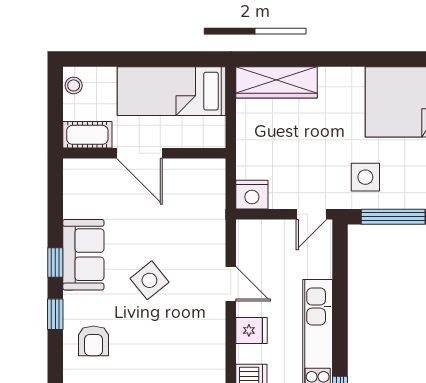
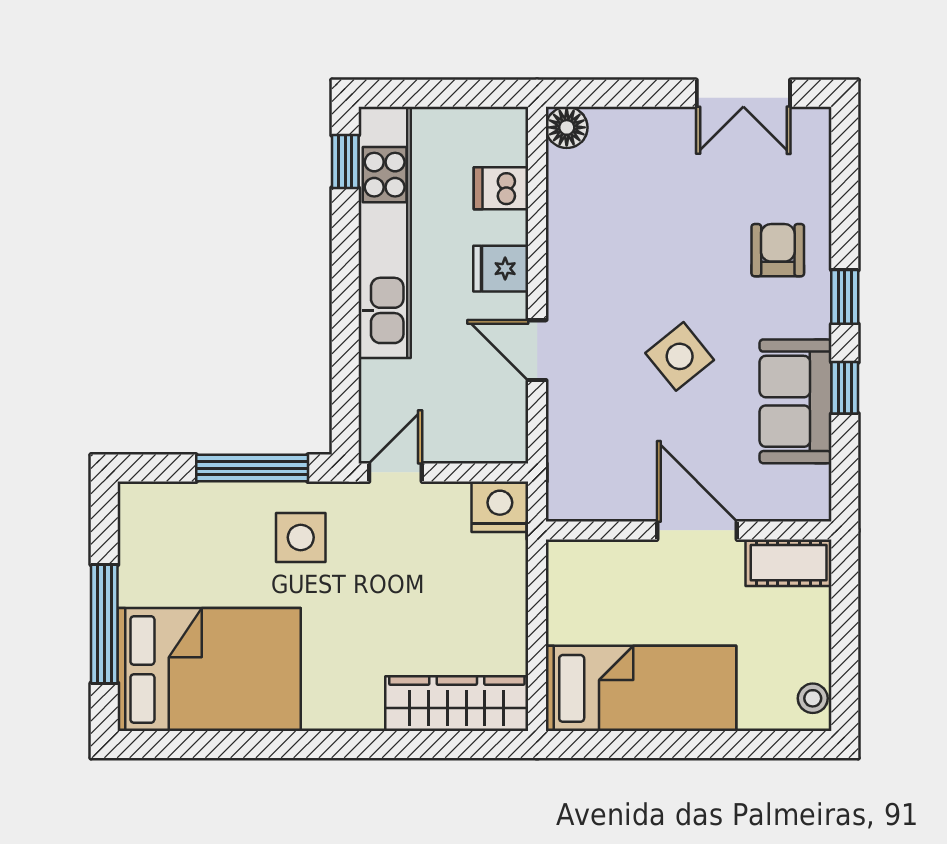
cot: (87, 135) -> (789, 563), moved
door: (140, 153) -> (697, 530), moved
wall: (144, 153) -> (689, 530), moved

